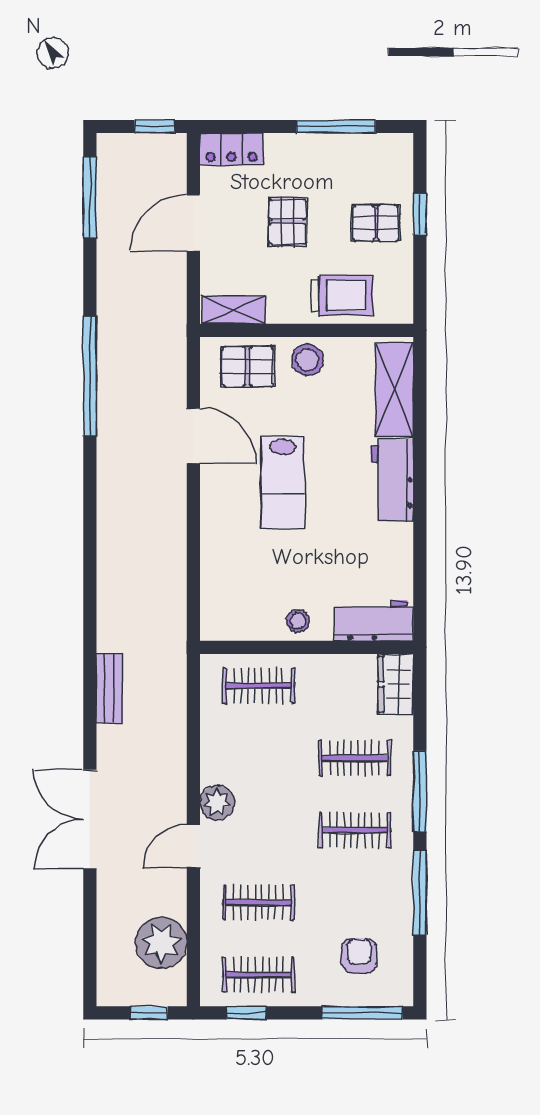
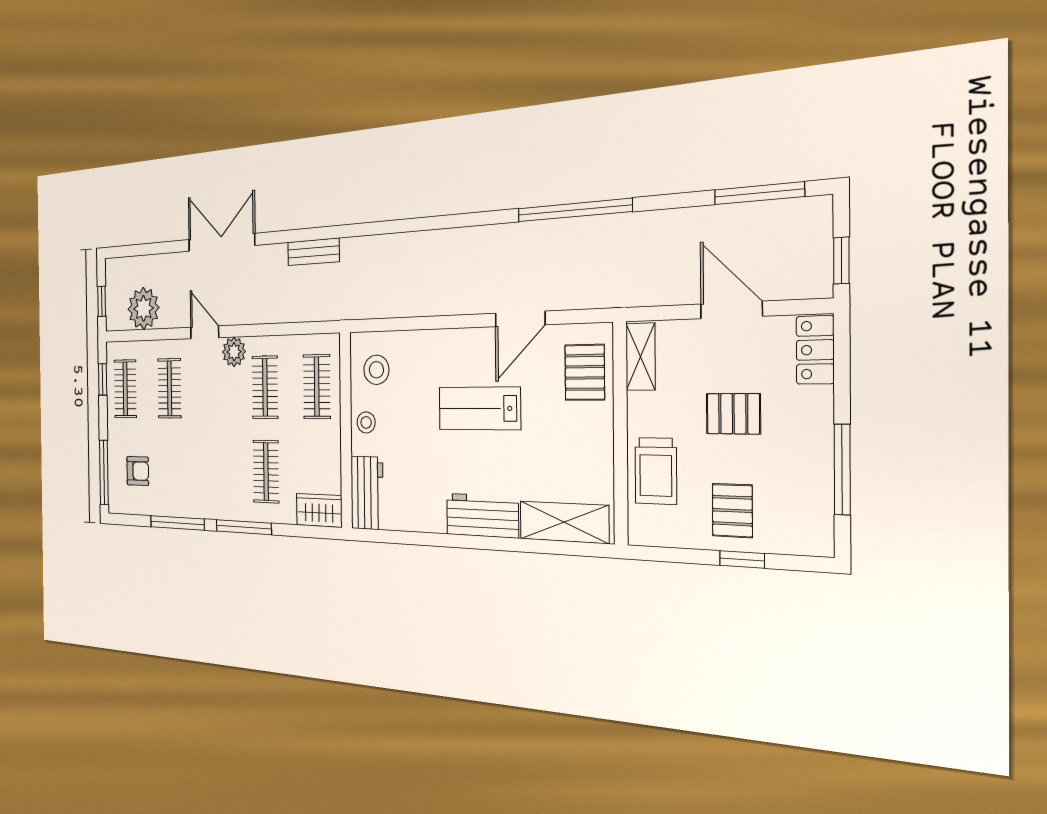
stool: (307, 360) -> (376, 370), moved
clothes rail: (355, 830) -> (265, 387), moved

